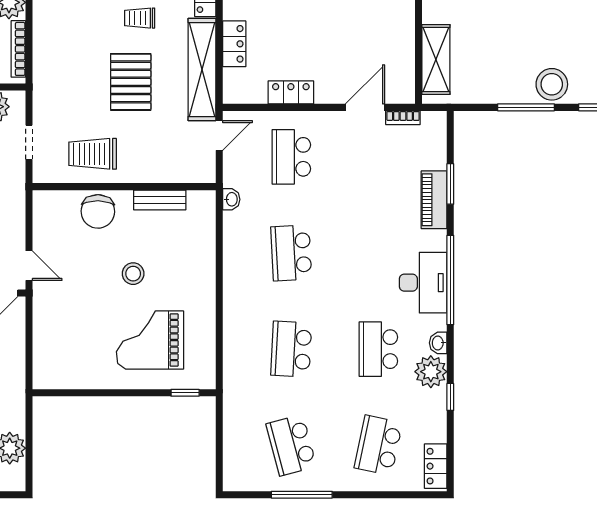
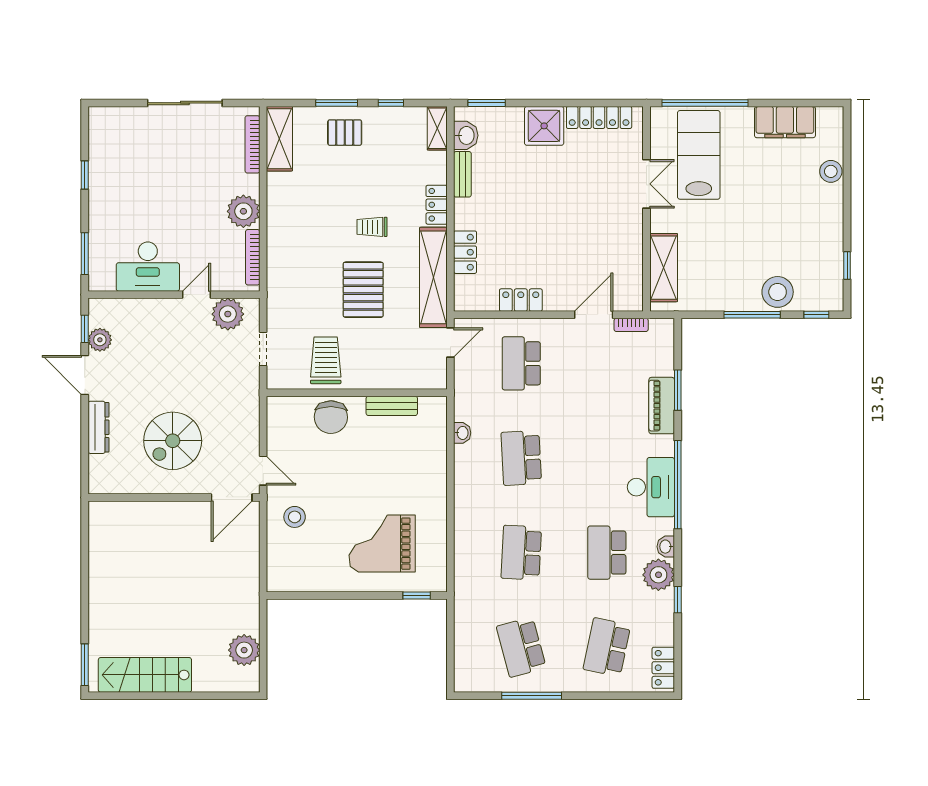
trolley: (93, 154) -> (326, 360), turned 90
washbasin: (231, 199) -> (462, 433), moved
stool: (133, 274) -> (295, 517), moved

